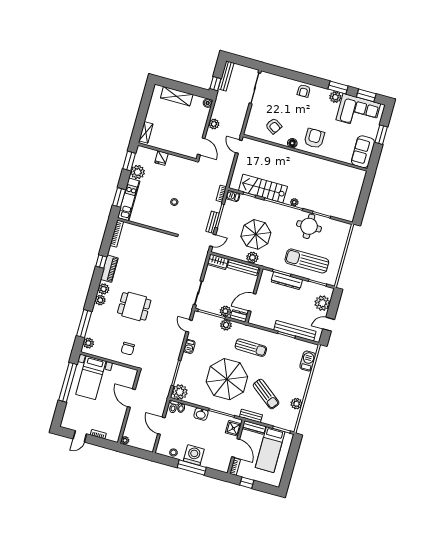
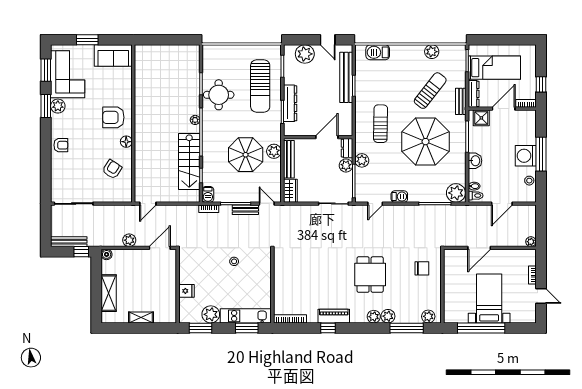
shelving: (146, 132) -> (141, 317), moved
plant: (104, 289) -> (388, 316), moved
door: (252, 302) -> (327, 137), swing flipped
bed with nightstands: (91, 378) -> (489, 298), moved, turned -90

